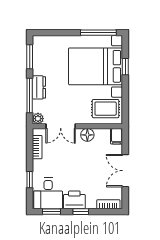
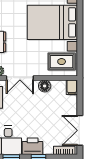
window: (125, 67) -> (80, 23), removed
double door: (125, 171) -> (80, 130), moved

